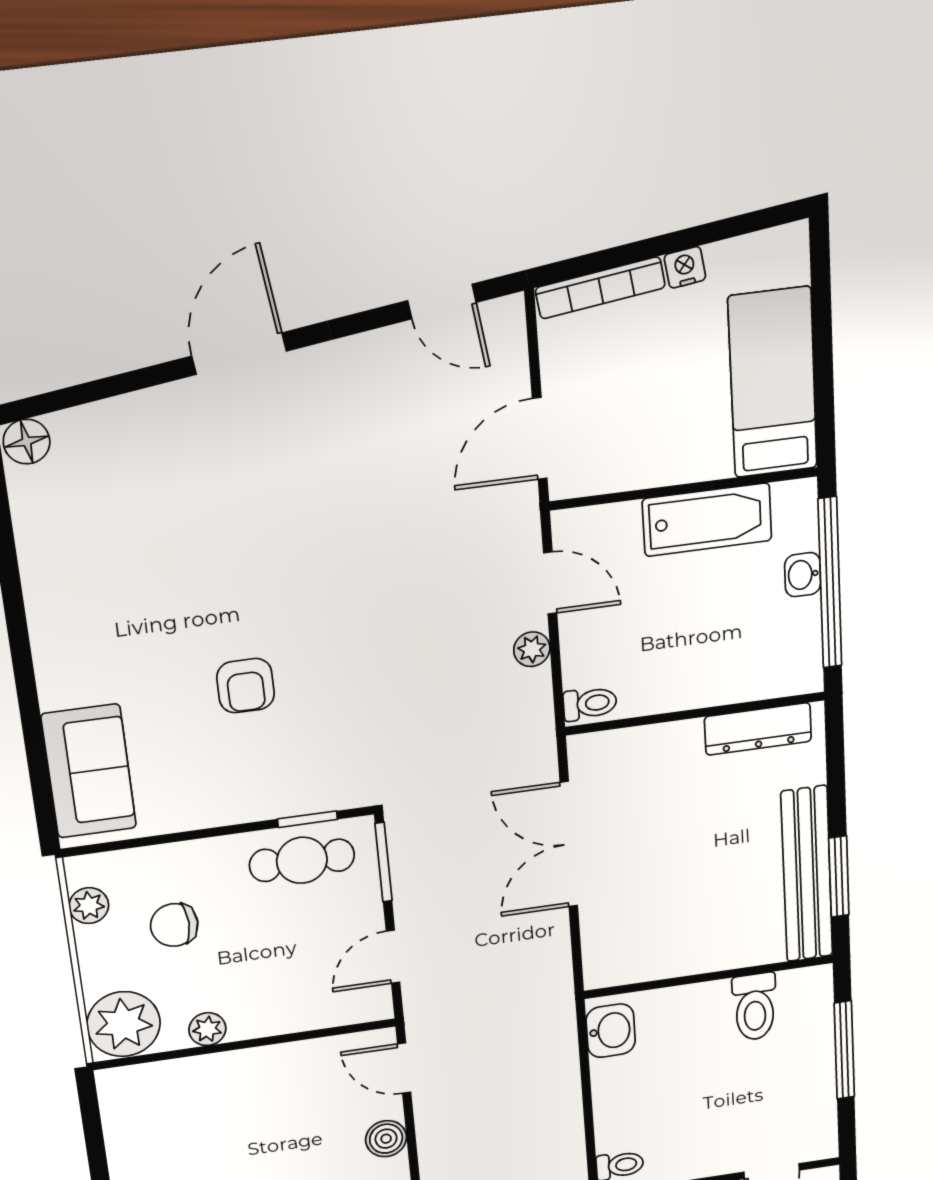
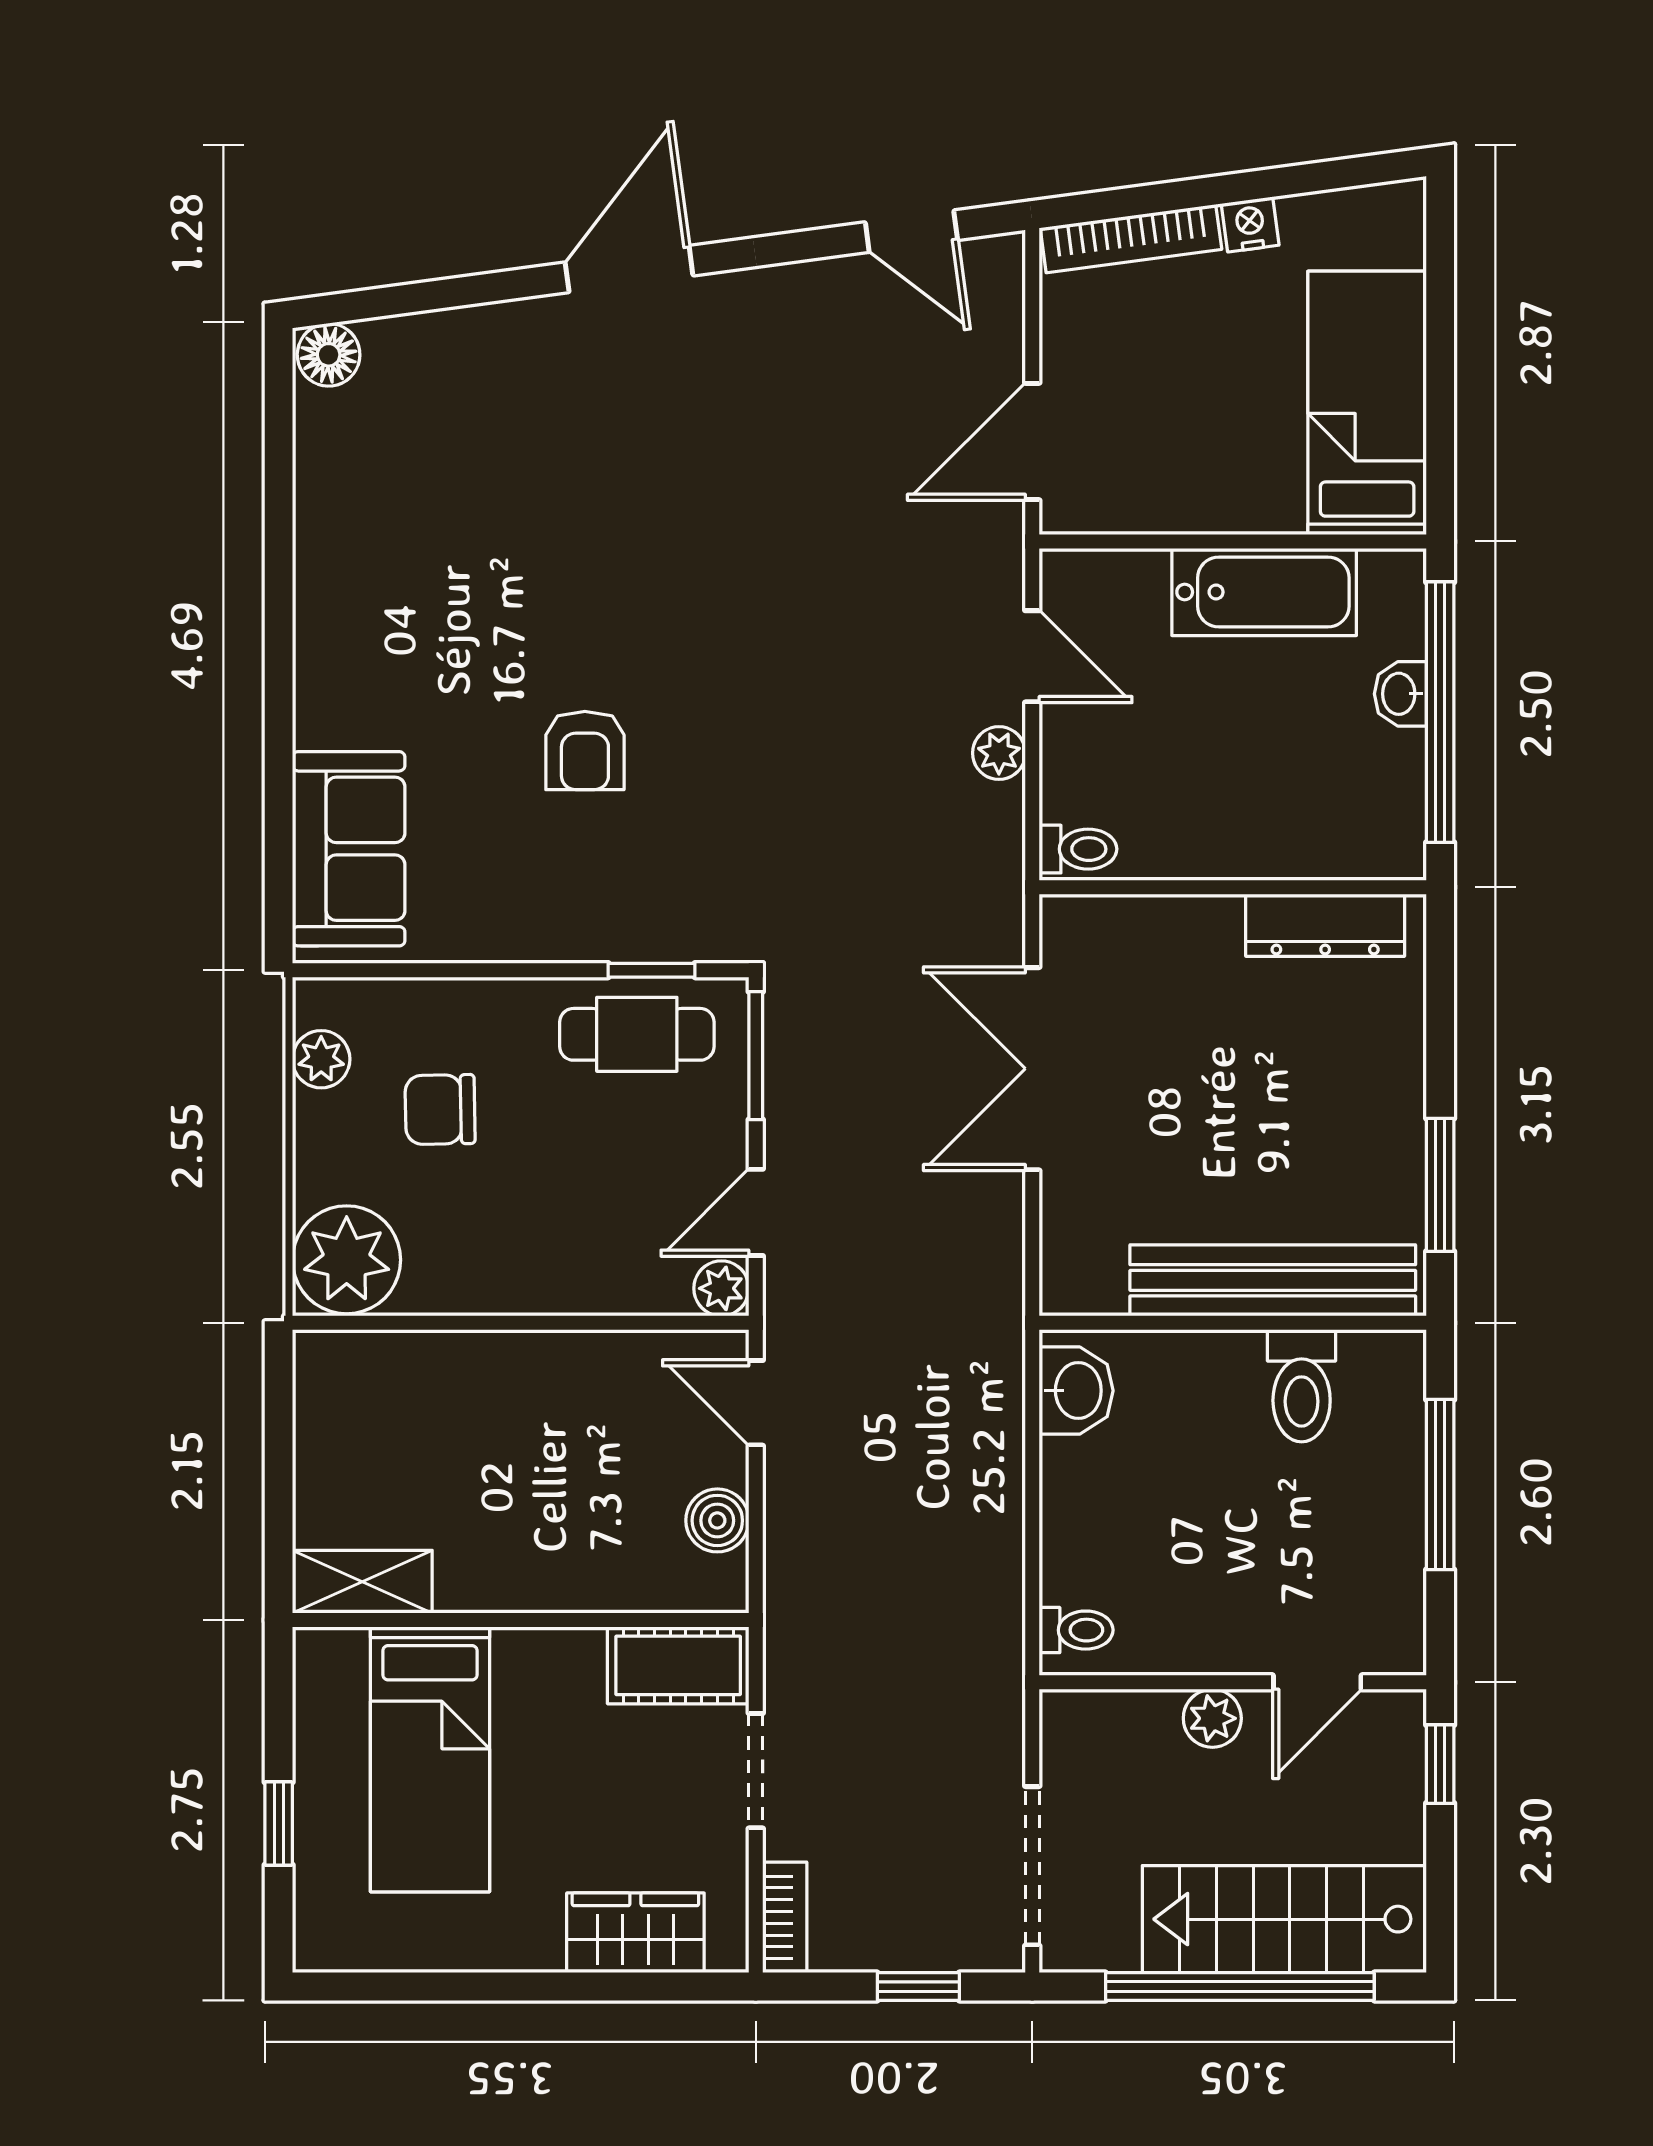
bench: (807, 874) -> (1273, 1280), moved, turned 90
plant: (207, 1029) -> (721, 1288), moved

